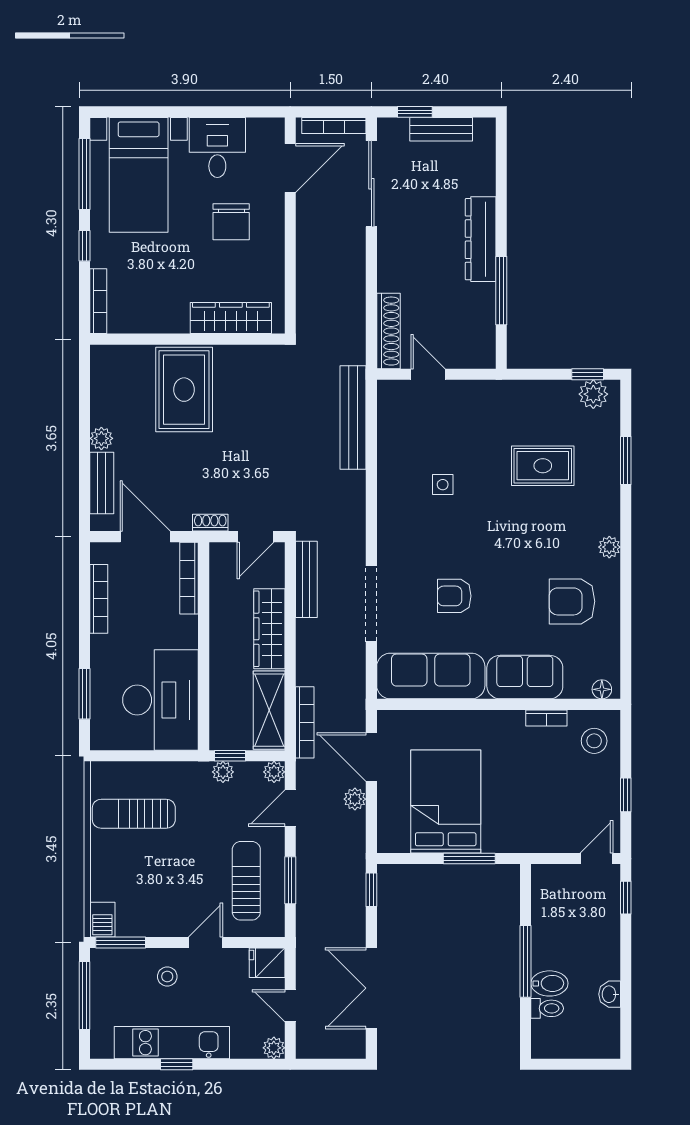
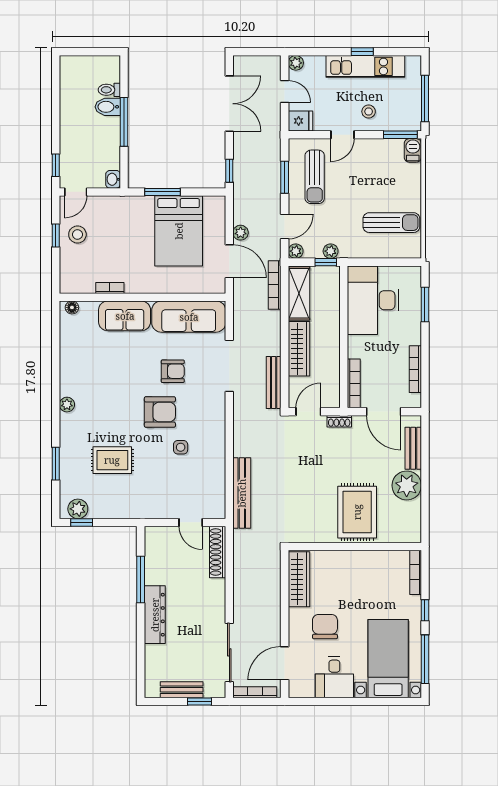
wardrobe: (231, 318) -> (299, 579), moved, turned -90
plant: (101, 438) -> (407, 485), width x1.87, depth x1.87
armchair: (572, 601) -> (160, 412), moved
stool: (594, 741) -> (77, 235), moved
washbasin: (610, 994) -> (113, 179), moved, turned 180

